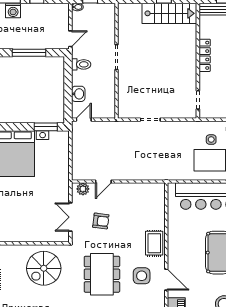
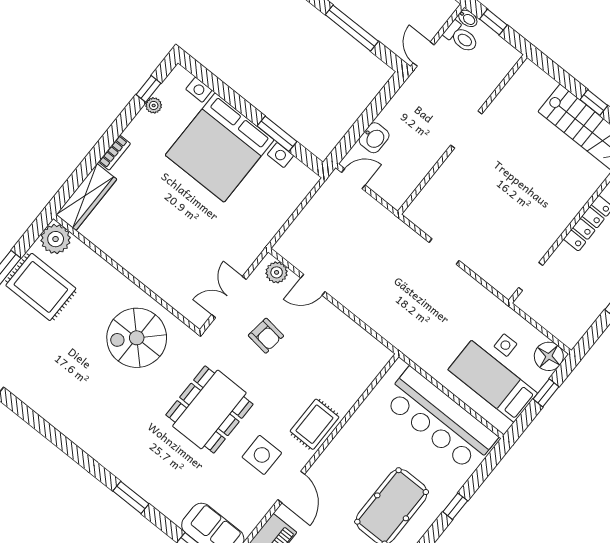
door: (70, 39) -> (424, 54), swing flipped
toilet: (81, 64) -> (461, 37), moved
window: (46, 127) -> (277, 134), moved

